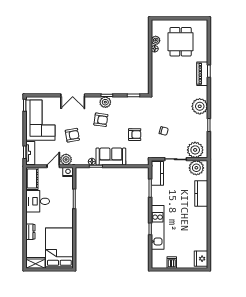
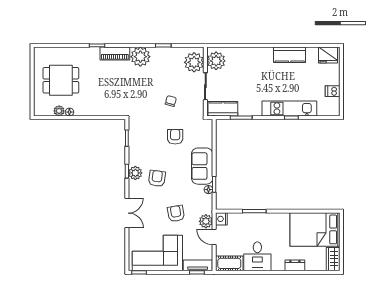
piano: (202, 74) -> (115, 53), moved
kitchen counter: (201, 193) -> (290, 55), moved

